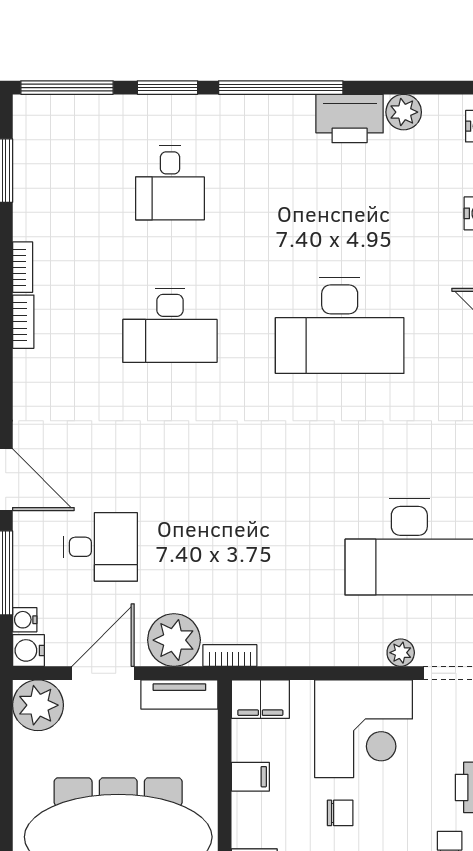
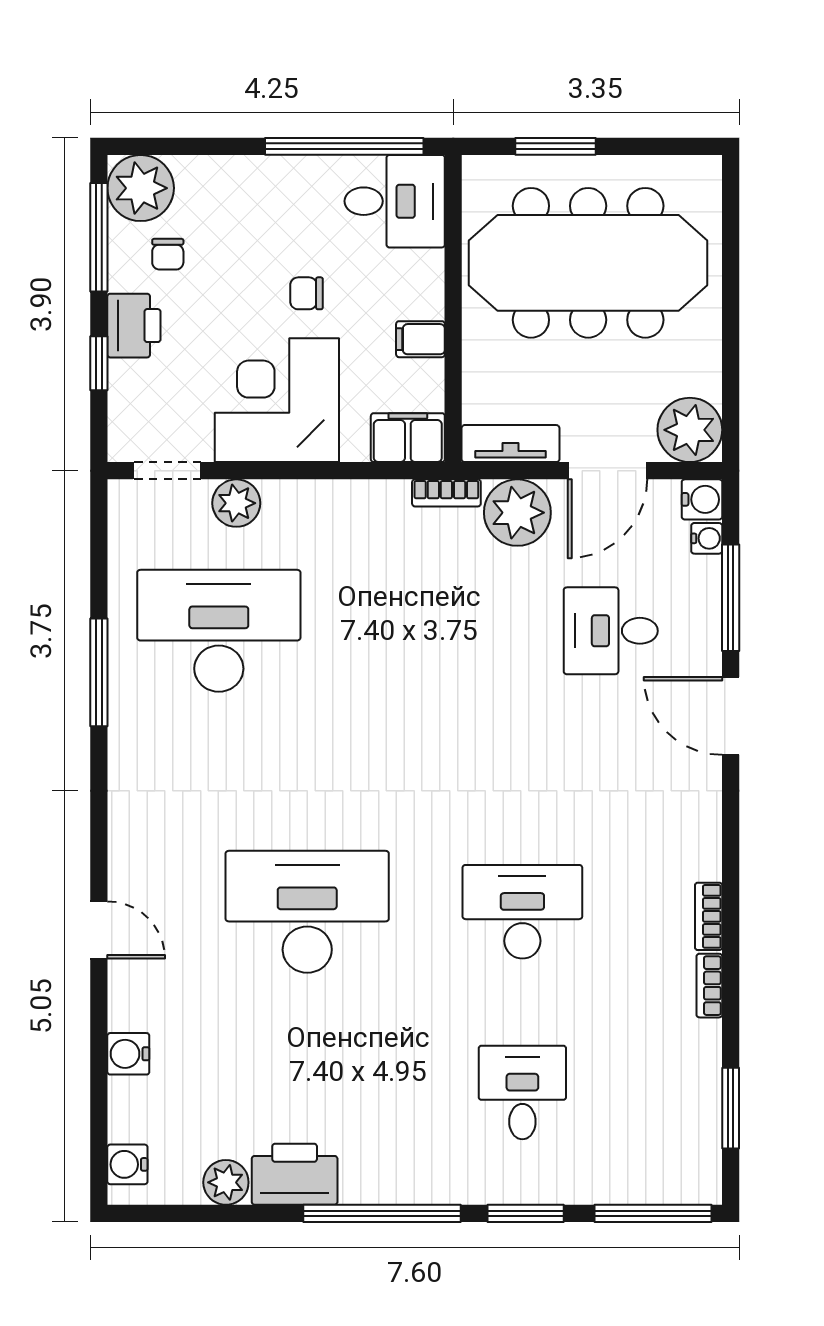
plant: (401, 653) -> (236, 503), width x1.38, depth x1.38

